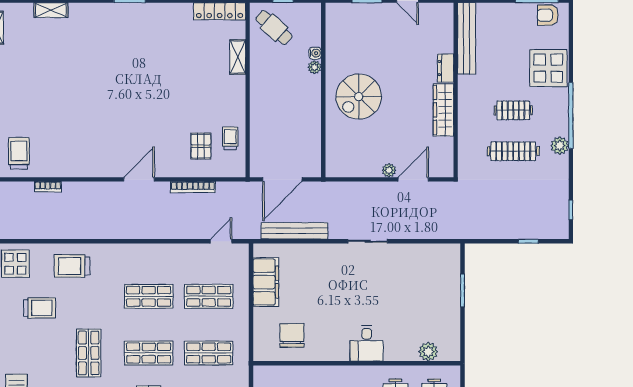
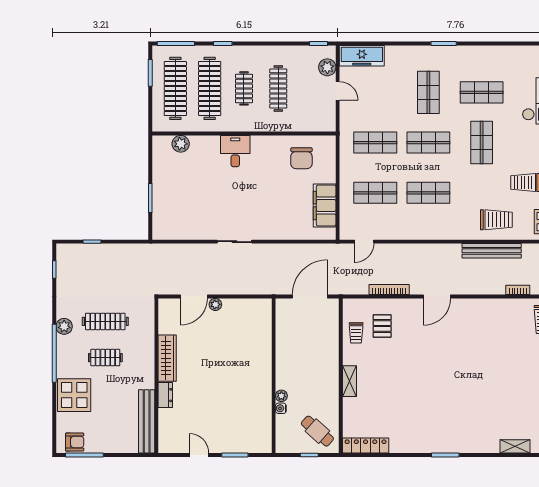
shelving: (238, 57) -> (349, 381), moved
spiral stairs: (359, 97) -> (242, 370), removed
bench: (295, 231) -> (492, 251), moved

